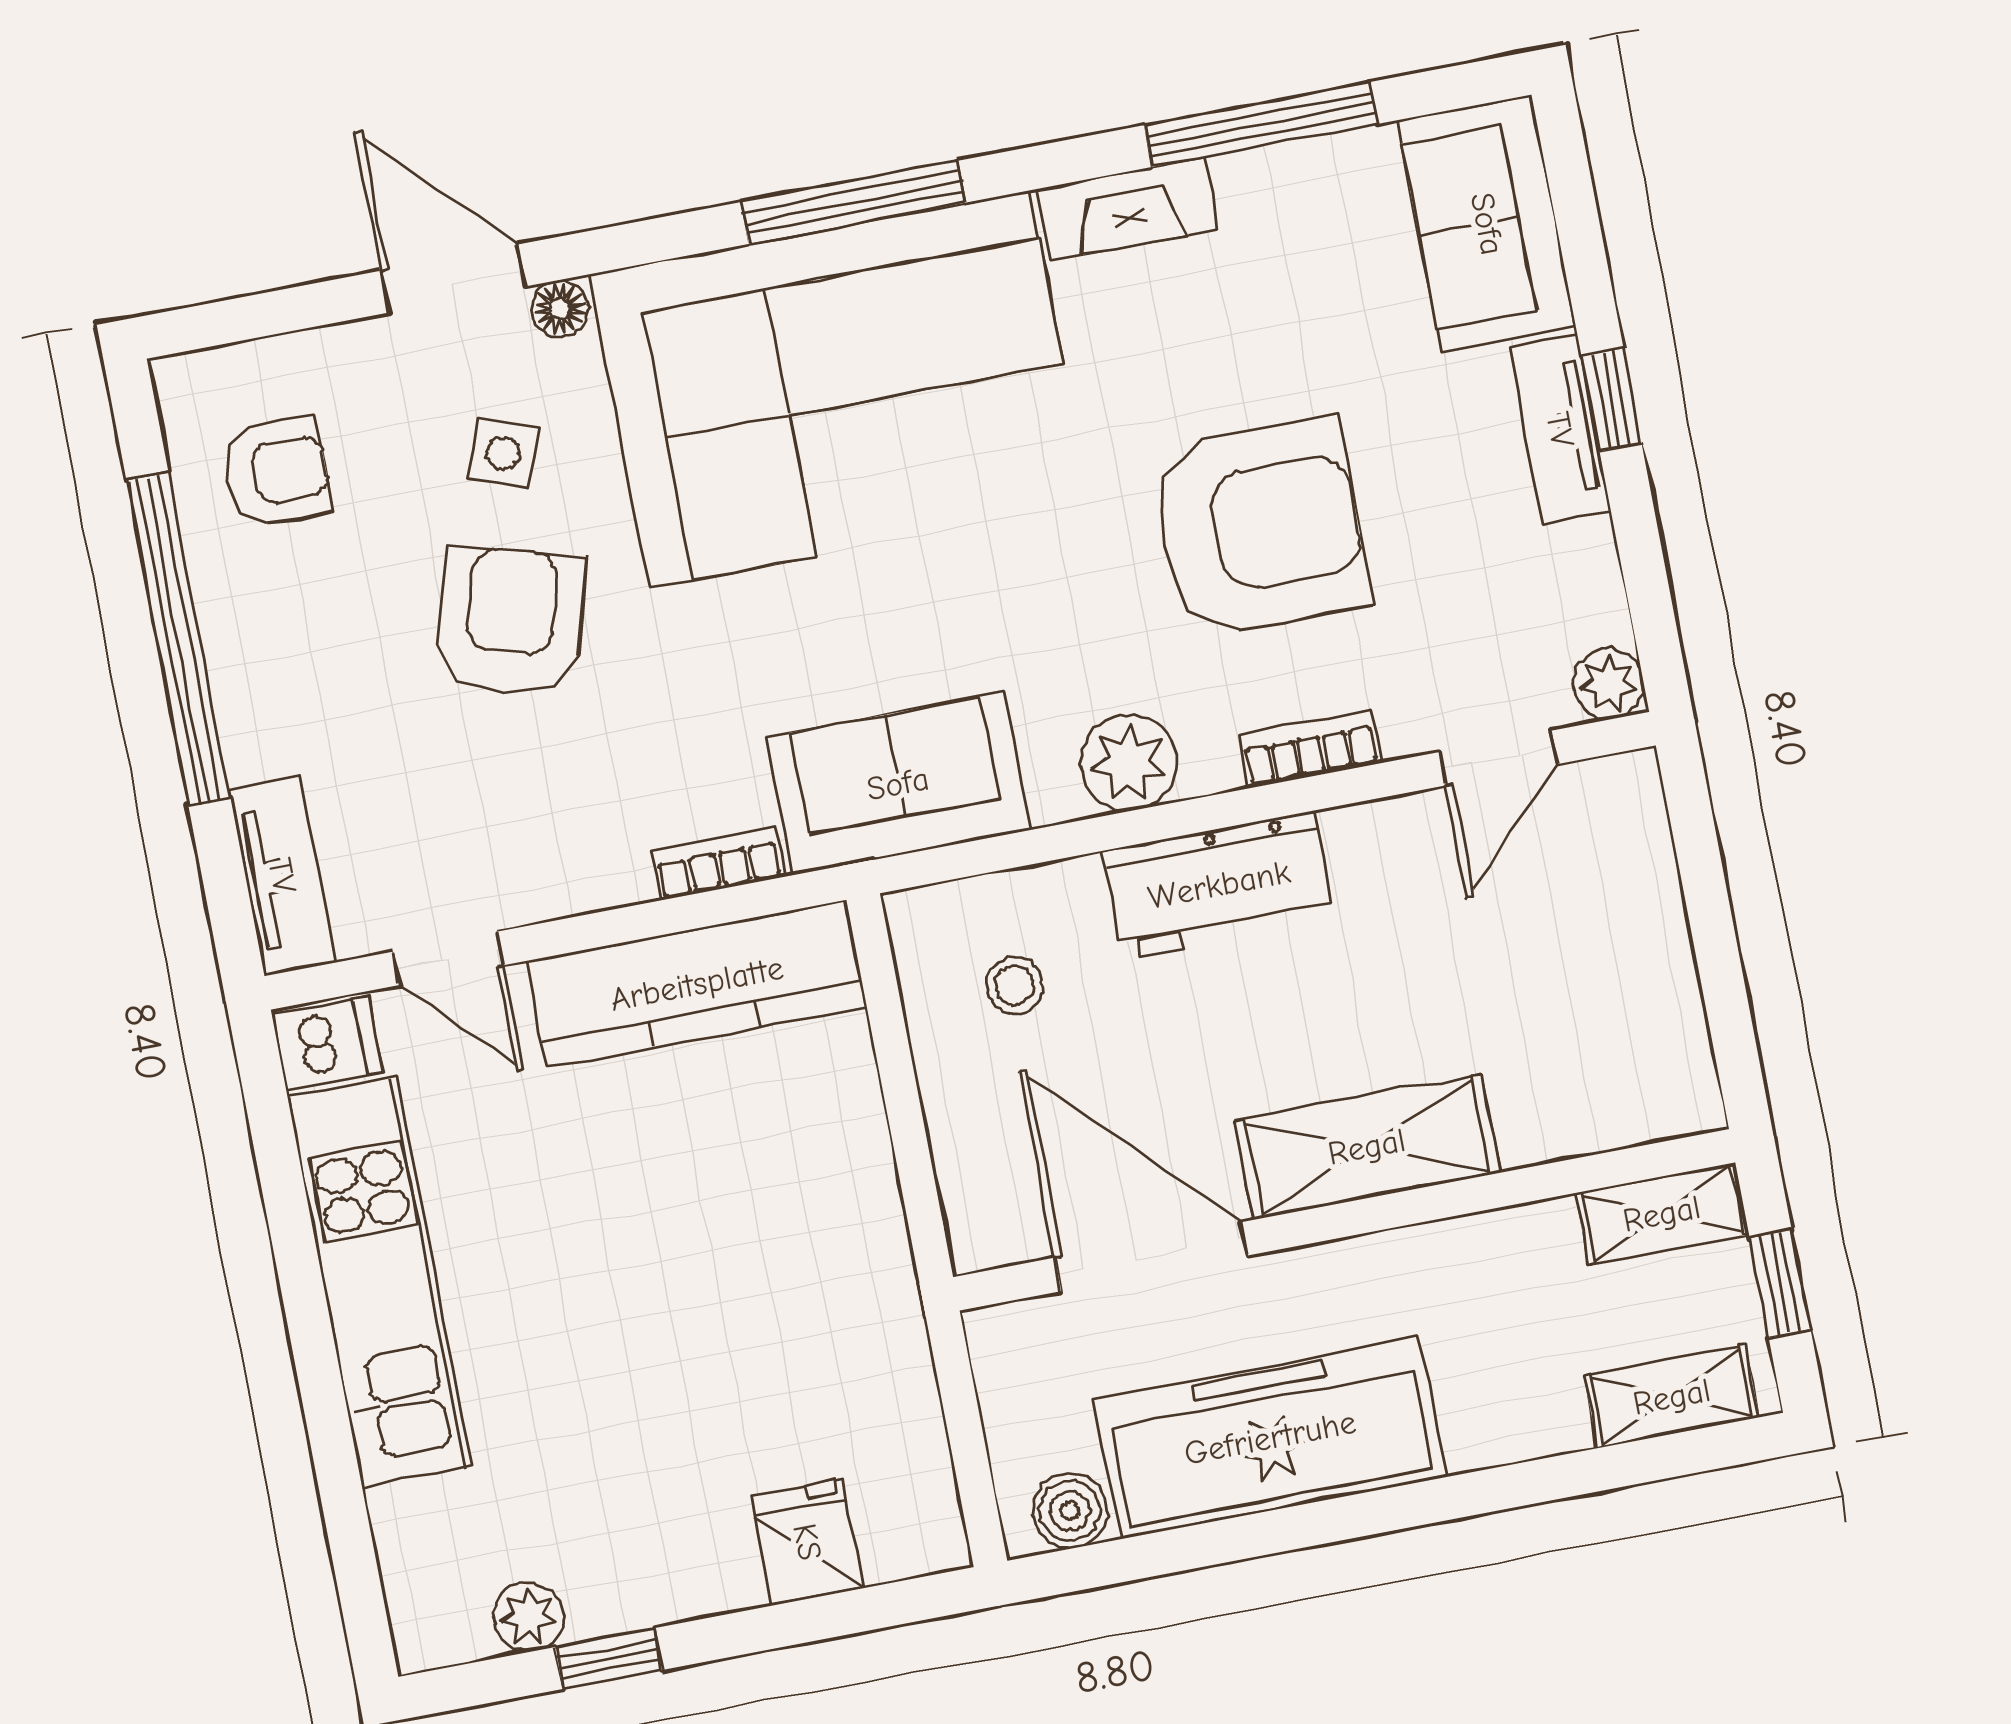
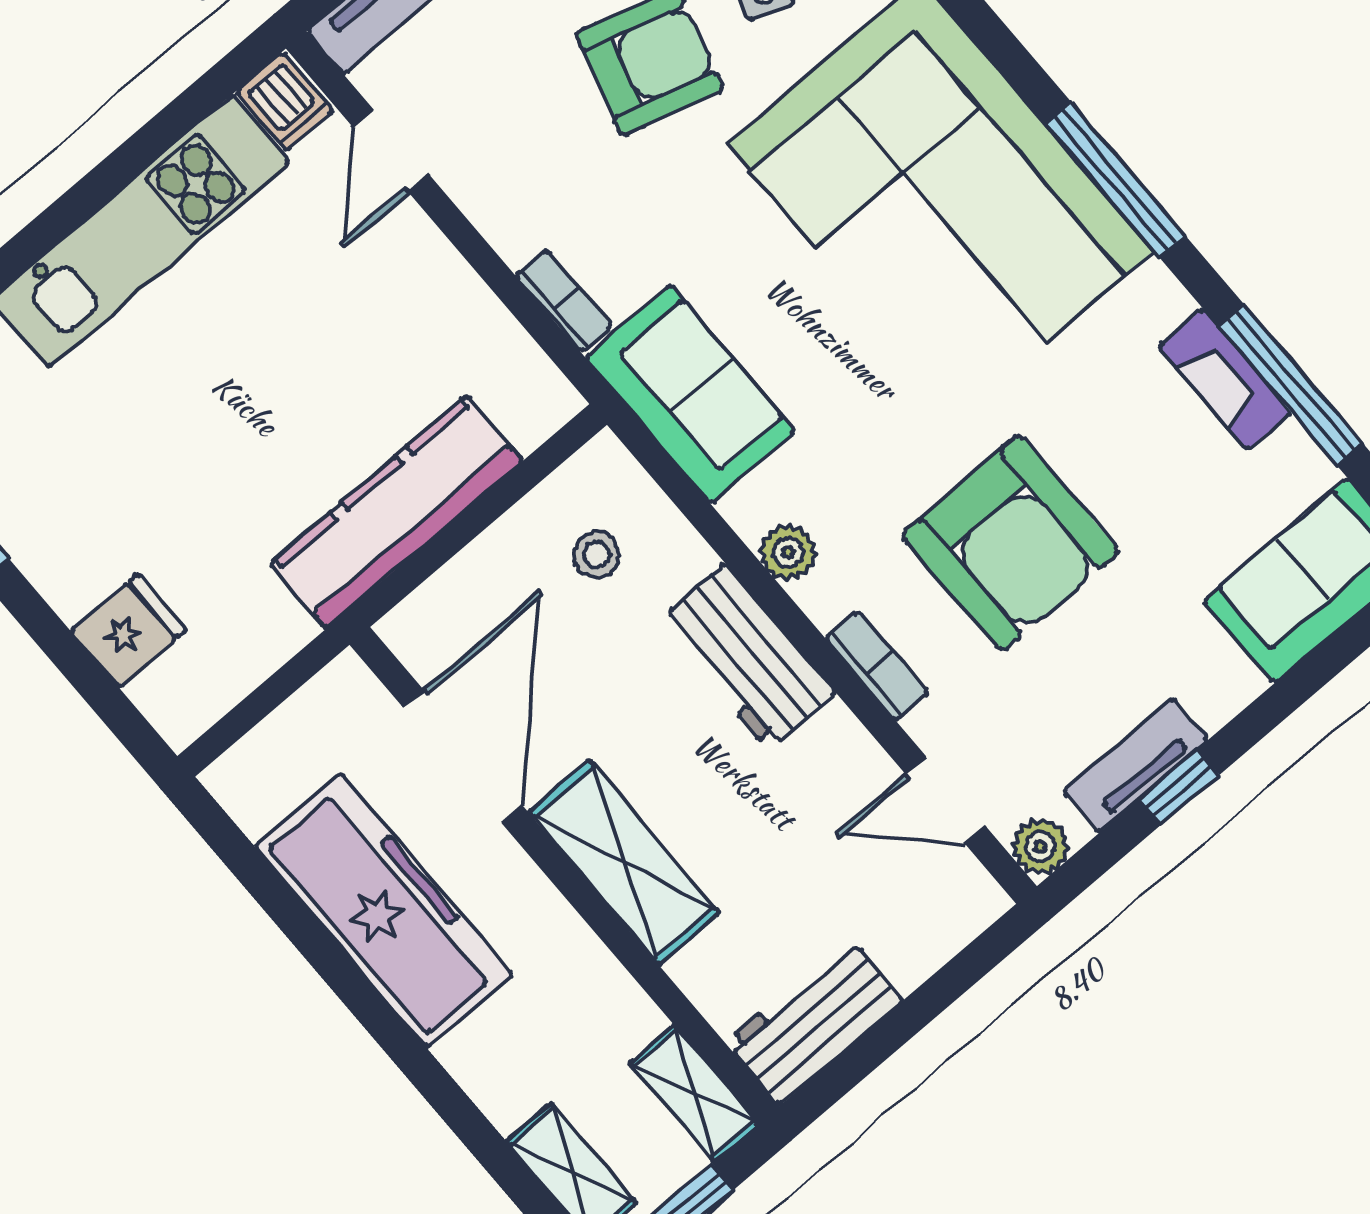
window: (853, 202) -> (1115, 179), moved
fireplace: (1128, 209) -> (1225, 379), moved
window: (1611, 400) -> (1179, 787), moved
tv unit: (1560, 430) -> (1136, 765), moved
plant: (1129, 763) -> (788, 552), width x0.73, depth x0.73
kitchen counter: (697, 984) -> (396, 512), moved, turned 90
workbench: (1658, 1039) -> (814, 1021), added
boiler: (1070, 1511) -> (254, 800), removed

